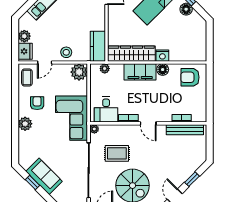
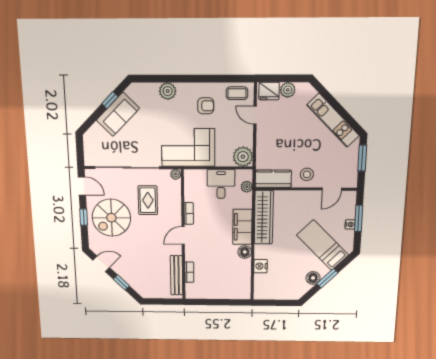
stool: (66, 52) -> (307, 174), moved
nightstand: (162, 56) -> (261, 266), moved
armchair: (190, 77) -> (236, 281), removed
desk: (106, 110) -> (221, 184), moved, turned 90
plant: (25, 124) -> (168, 91), moved

